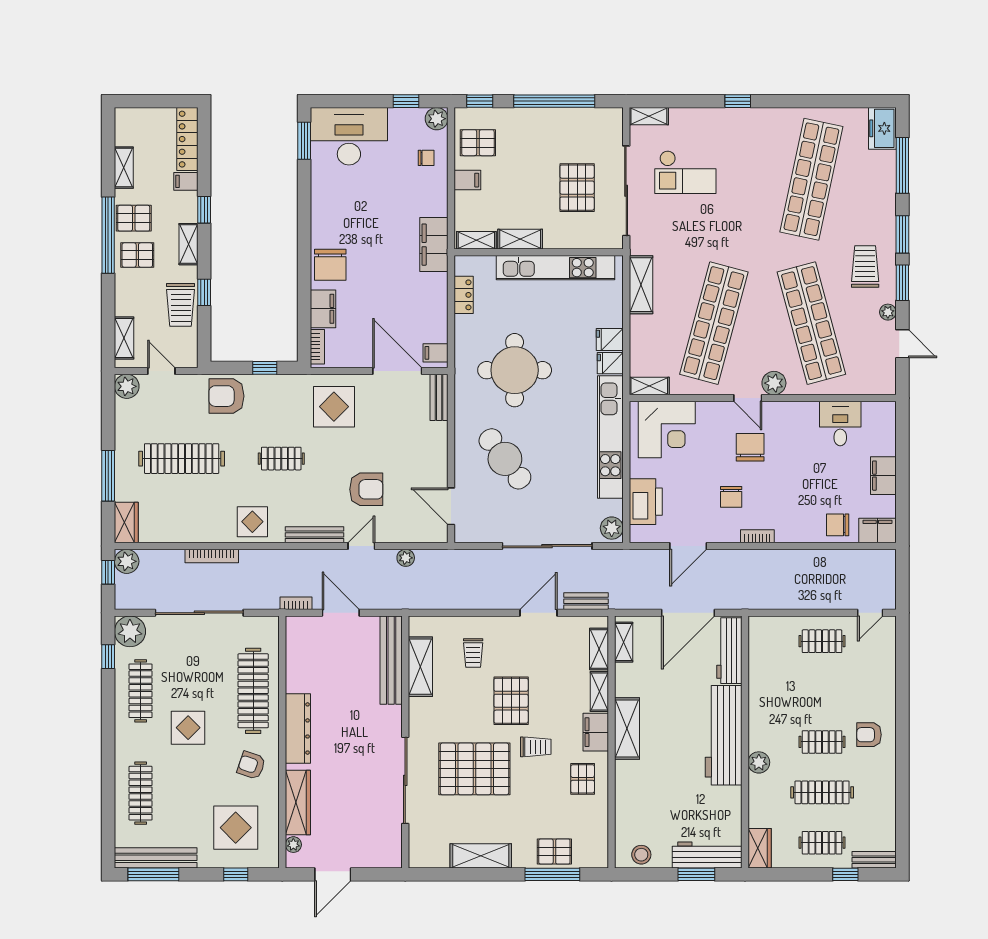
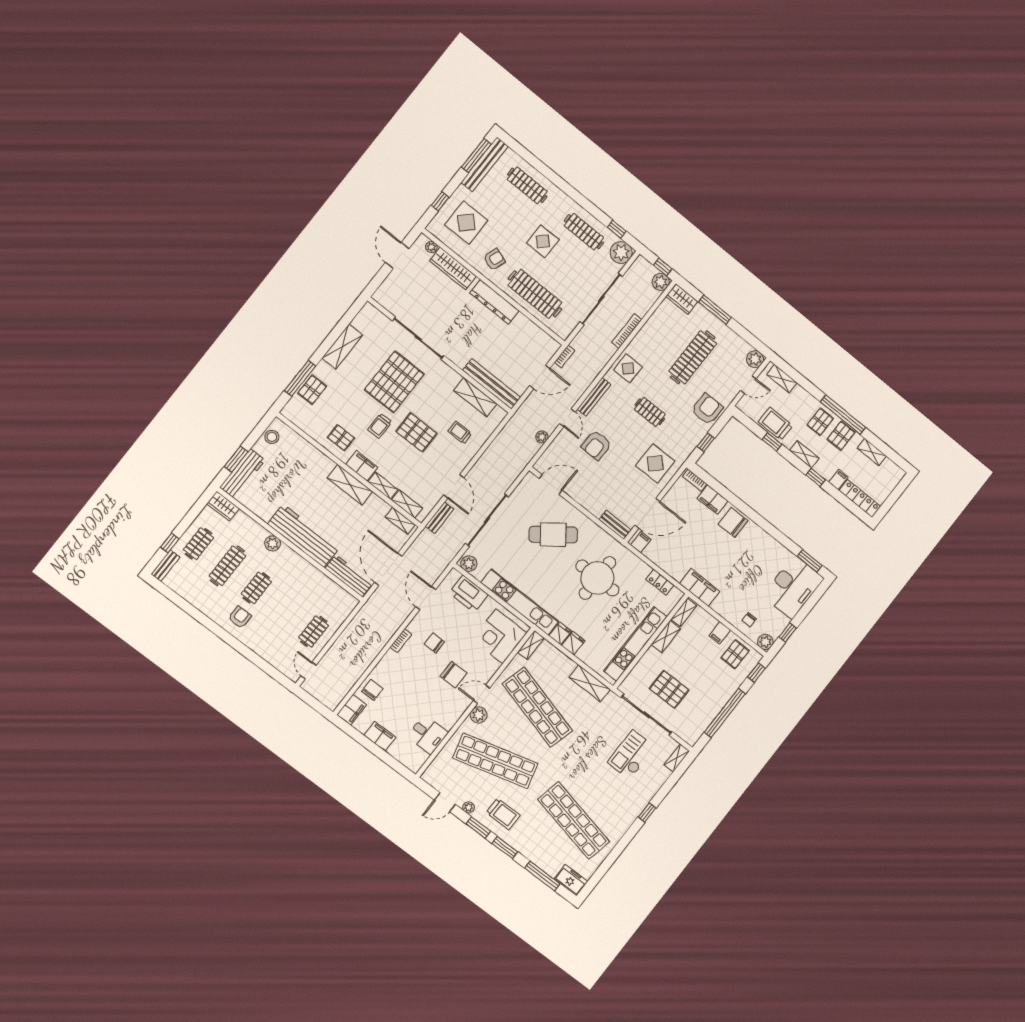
clothes rail: (281, 459) -> (650, 412), turned 90

